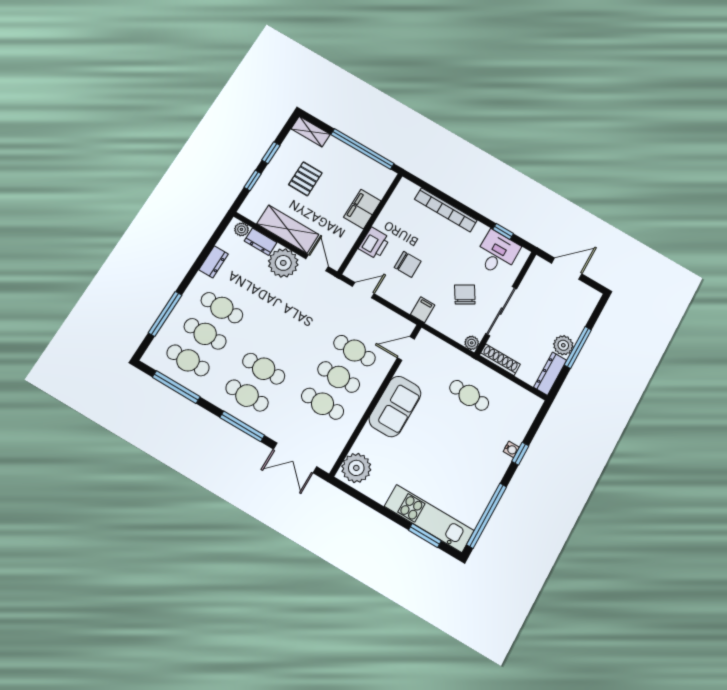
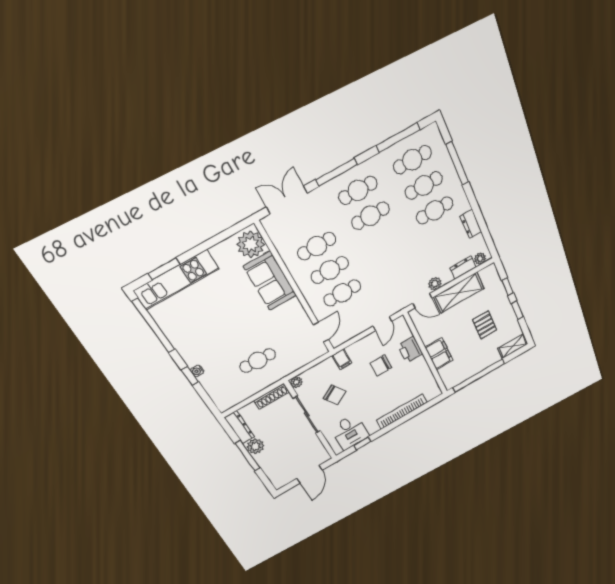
plant: (283, 263) -> (435, 284), width x0.53, depth x0.53
sofa: (395, 406) -> (270, 281), moved

